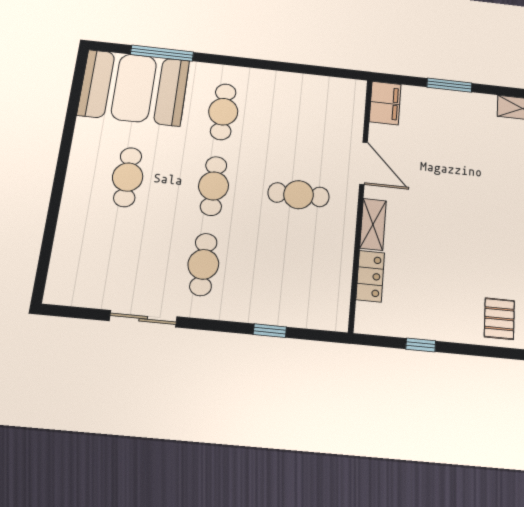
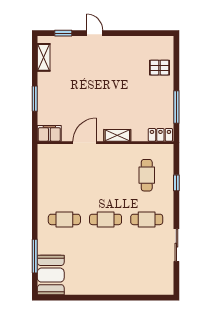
booth: (134, 88) -> (51, 275), width x0.73, depth x0.70
cafe table: (128, 177) -> (106, 264), removed
cafe table: (299, 195) -> (147, 175), moved
locker: (370, 276) -> (160, 135), moved
window: (421, 345) -> (176, 107), width x2.17

